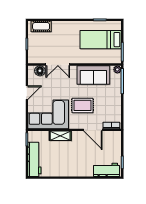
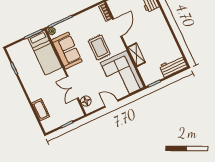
cot: (41, 26) -> (41, 110), moved
bed: (101, 40) -> (45, 53), moved
double door: (58, 65) -> (73, 87), swing flipped
workbench: (34, 159) -> (173, 66), width x0.73

